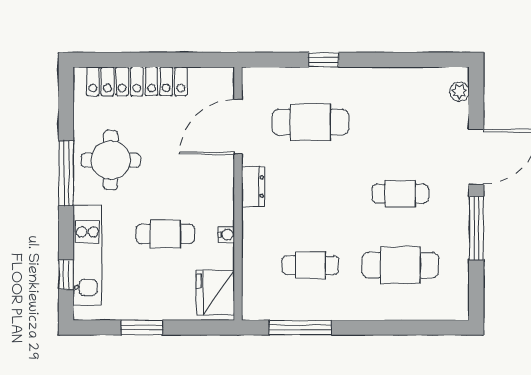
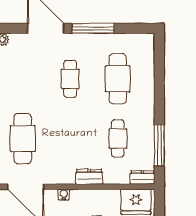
dresser: (253, 187) -> (89, 177), moved
water cooler: (226, 235) -> (64, 194), moved
dresser: (252, 302) -> (142, 177), added

